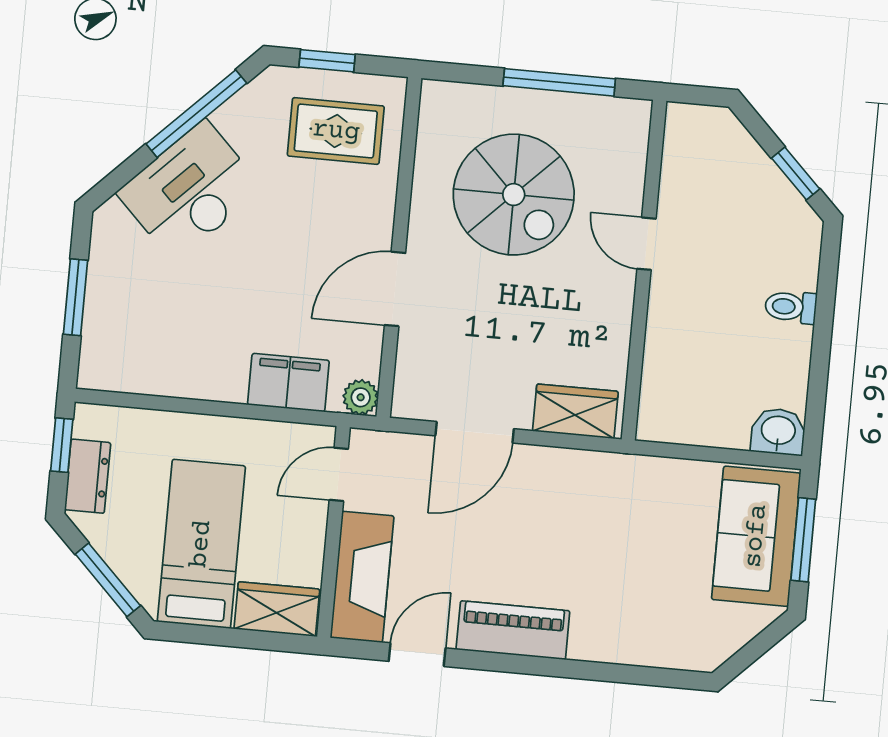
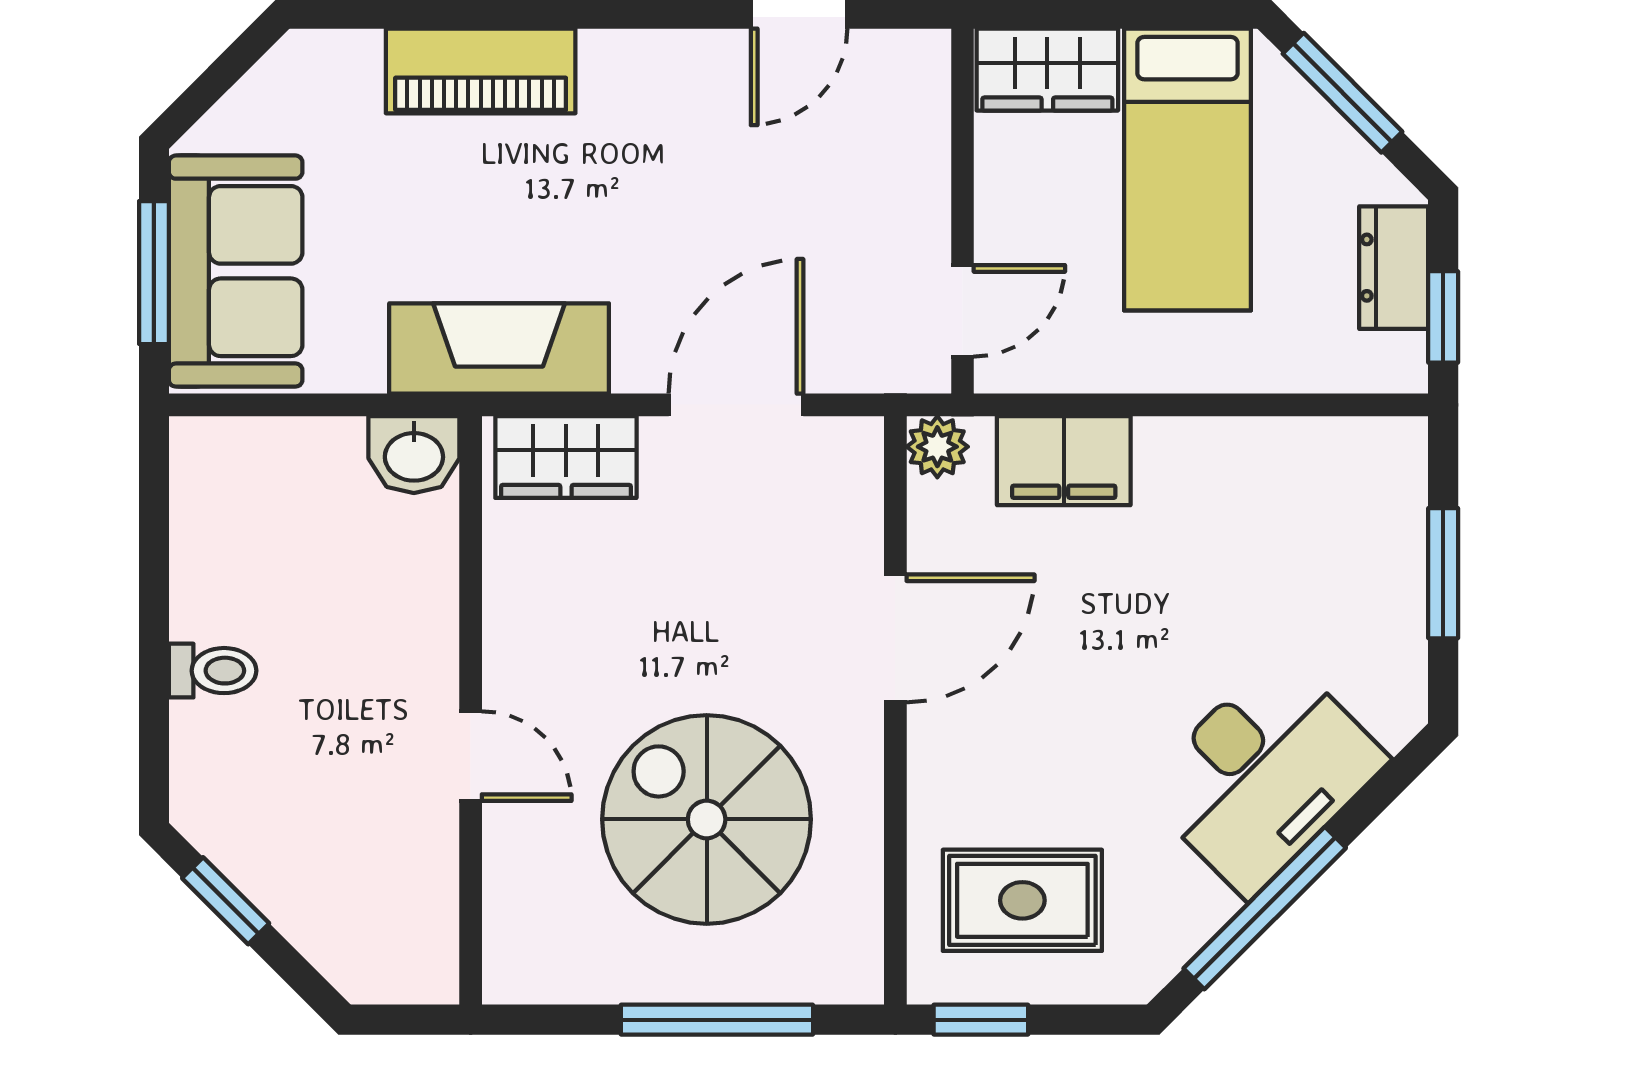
window: (327, 61) -> (981, 1020), moved
window: (559, 82) -> (717, 1020), moved
washbasin: (778, 432) -> (414, 455), moved
fireplace: (362, 577) -> (499, 348), moved, turned 90
piano: (513, 630) -> (481, 71), moved

